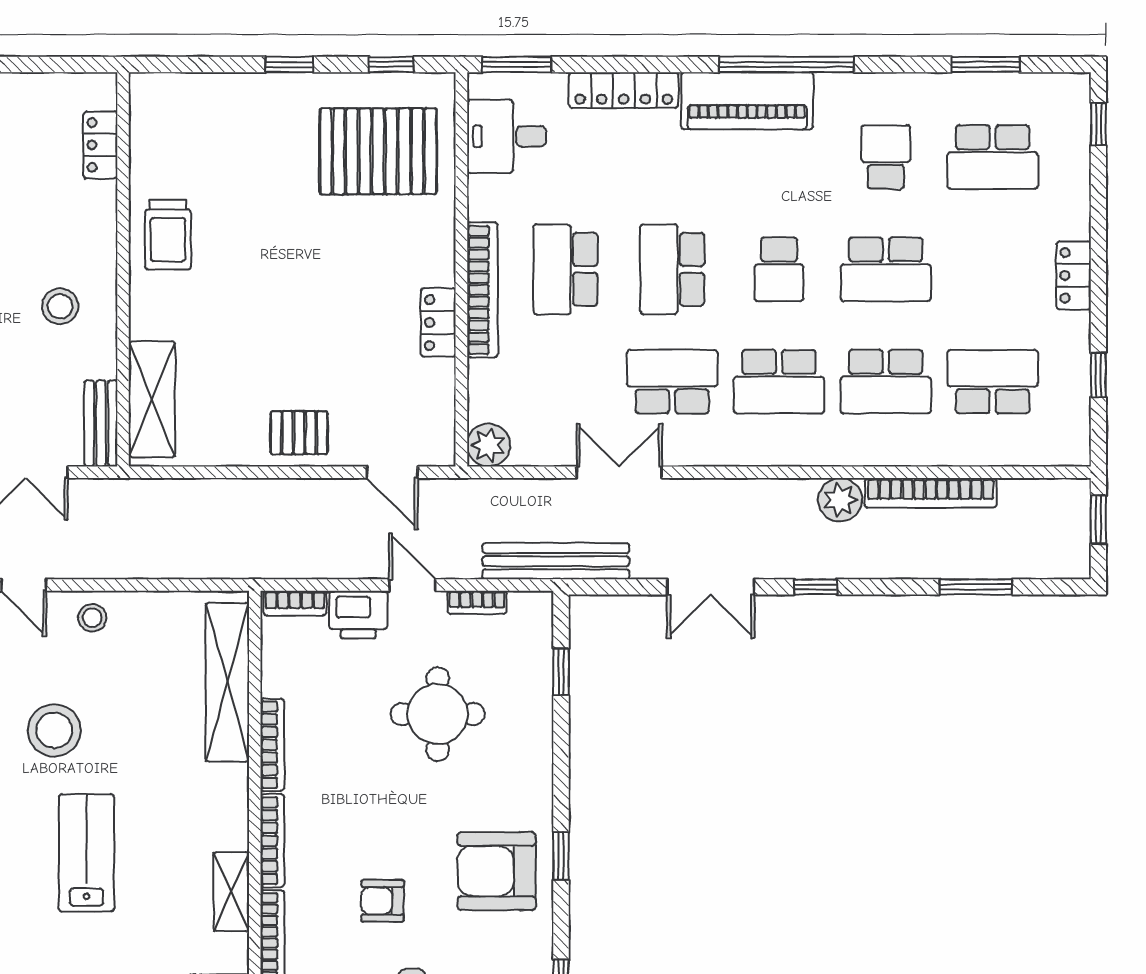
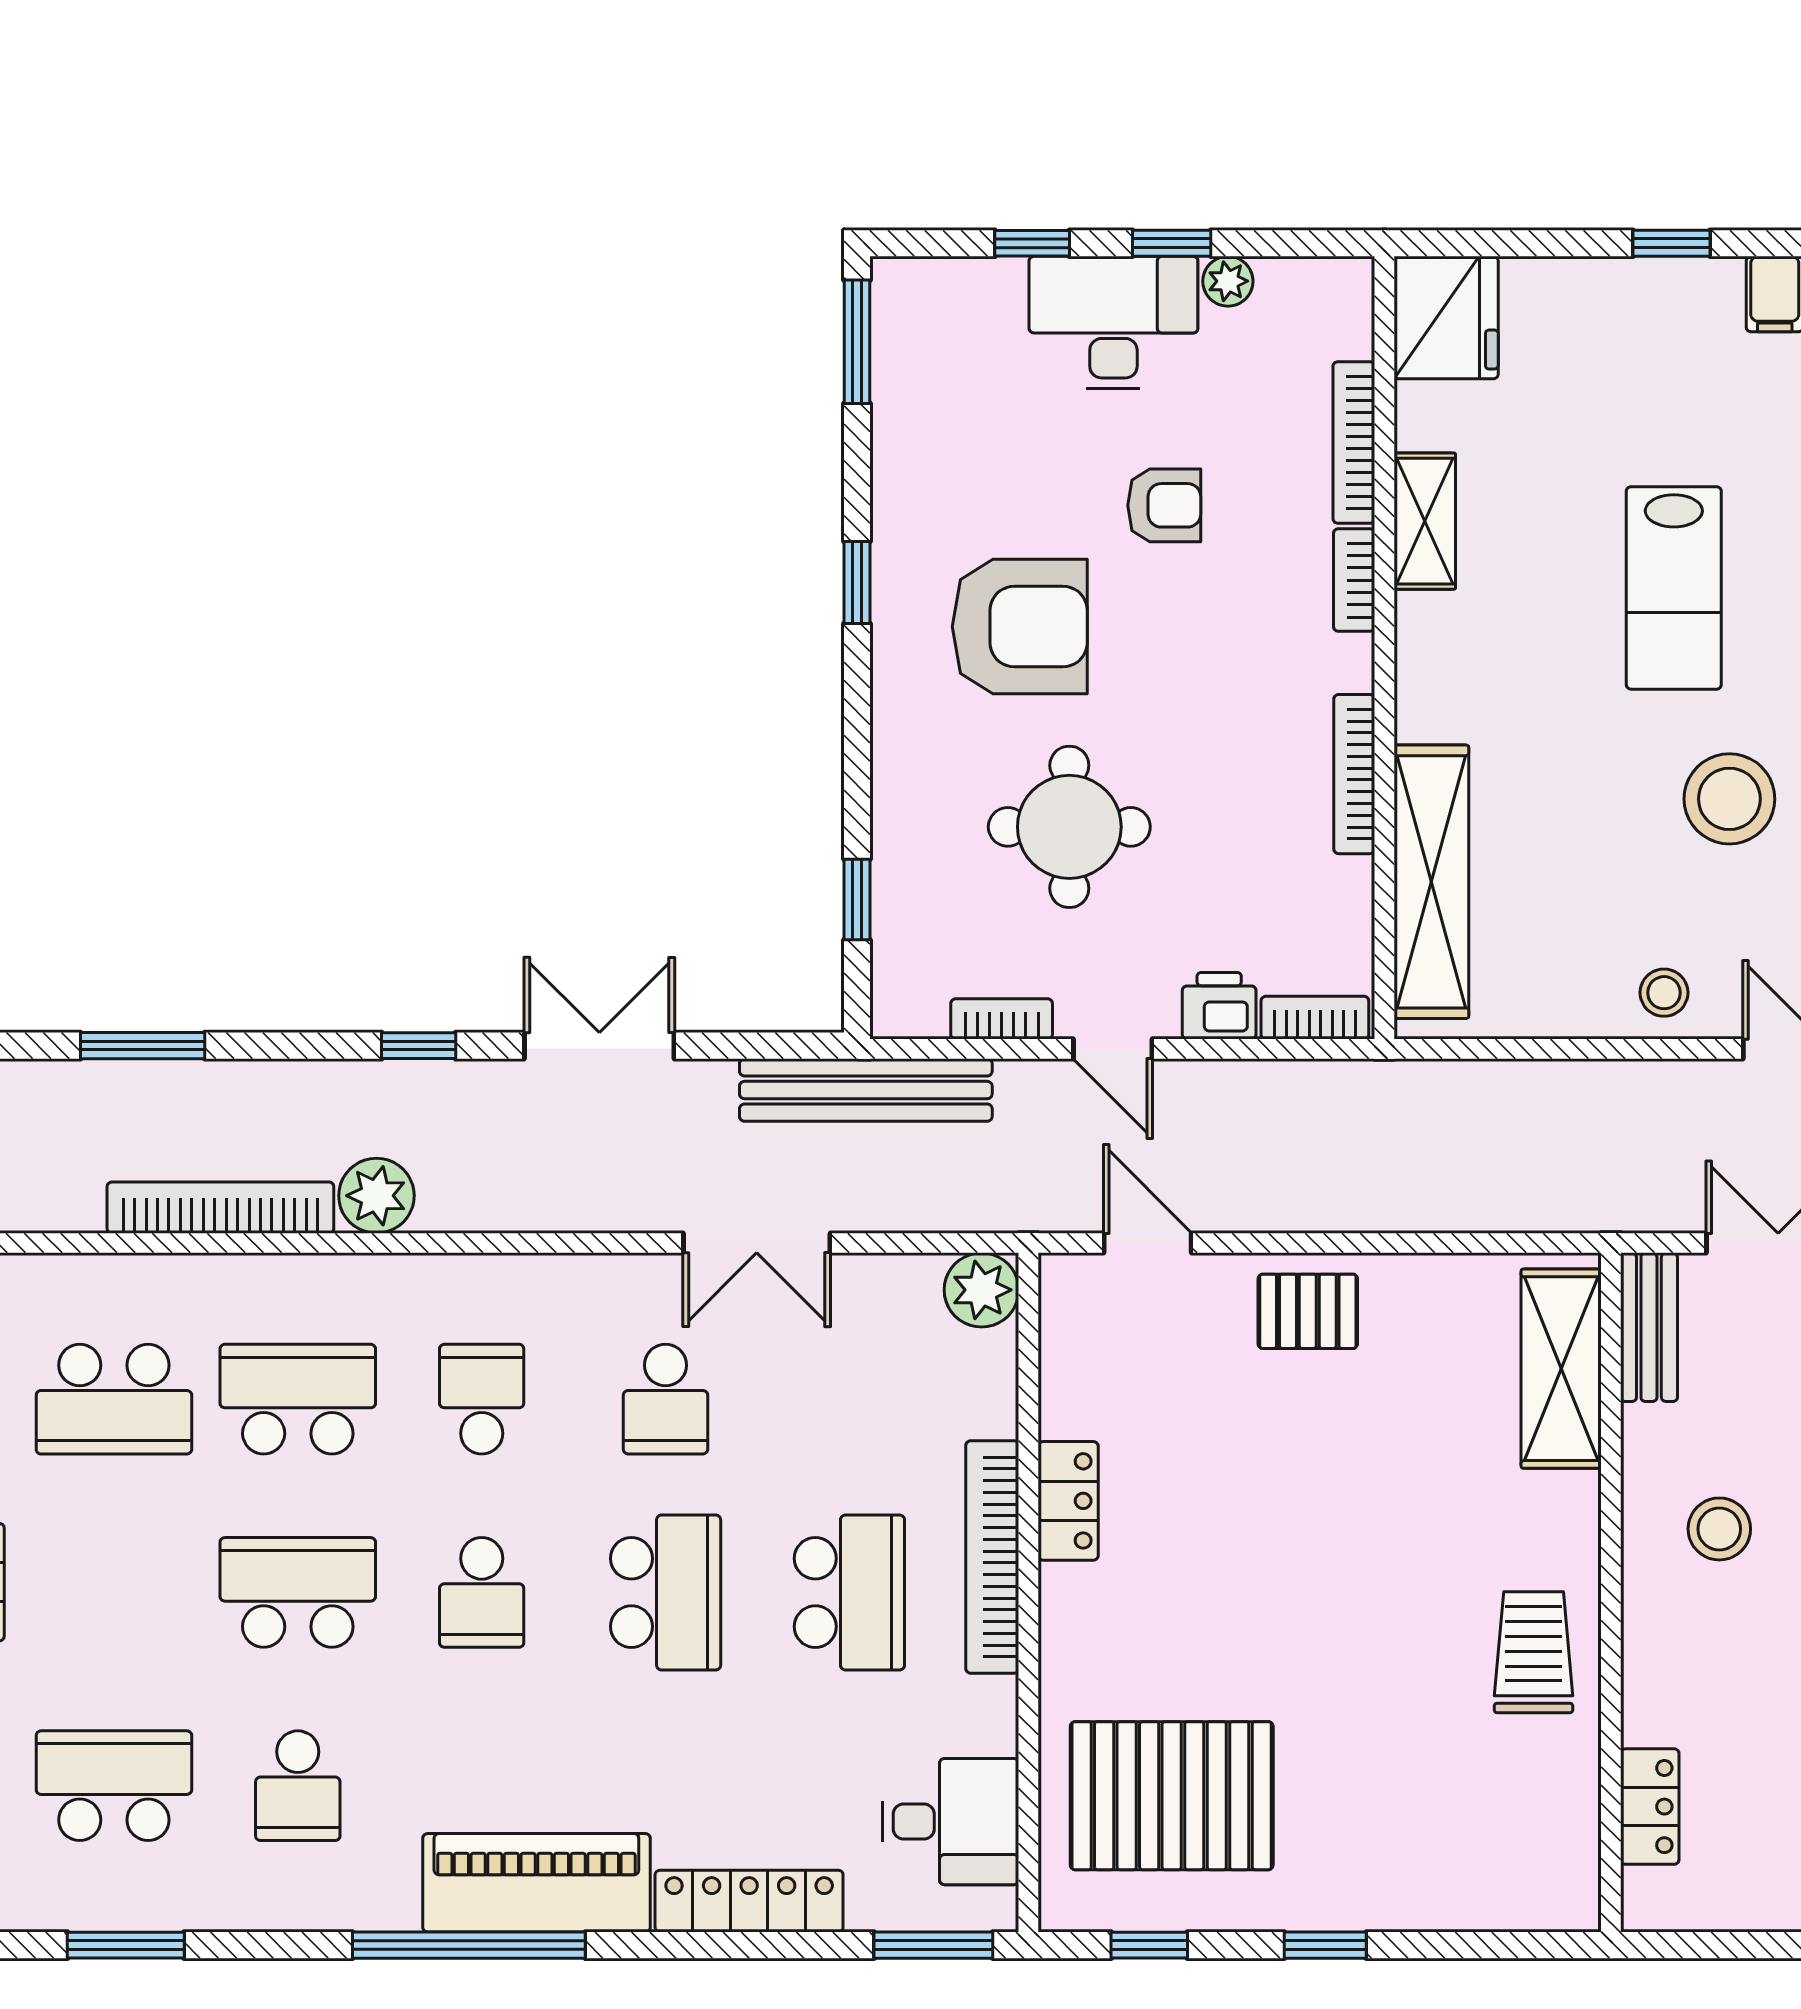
school desk: (779, 269) -> (482, 1592), turned 180
school desk: (672, 382) -> (666, 1399), width x0.54
school desk: (779, 382) -> (482, 1399), width x0.54
printer: (358, 615) -> (1219, 1006), width x0.73, depth x0.81
bookcase: (272, 841) -> (1354, 580), width x0.64
armchair: (497, 871) -> (1020, 627), moved

